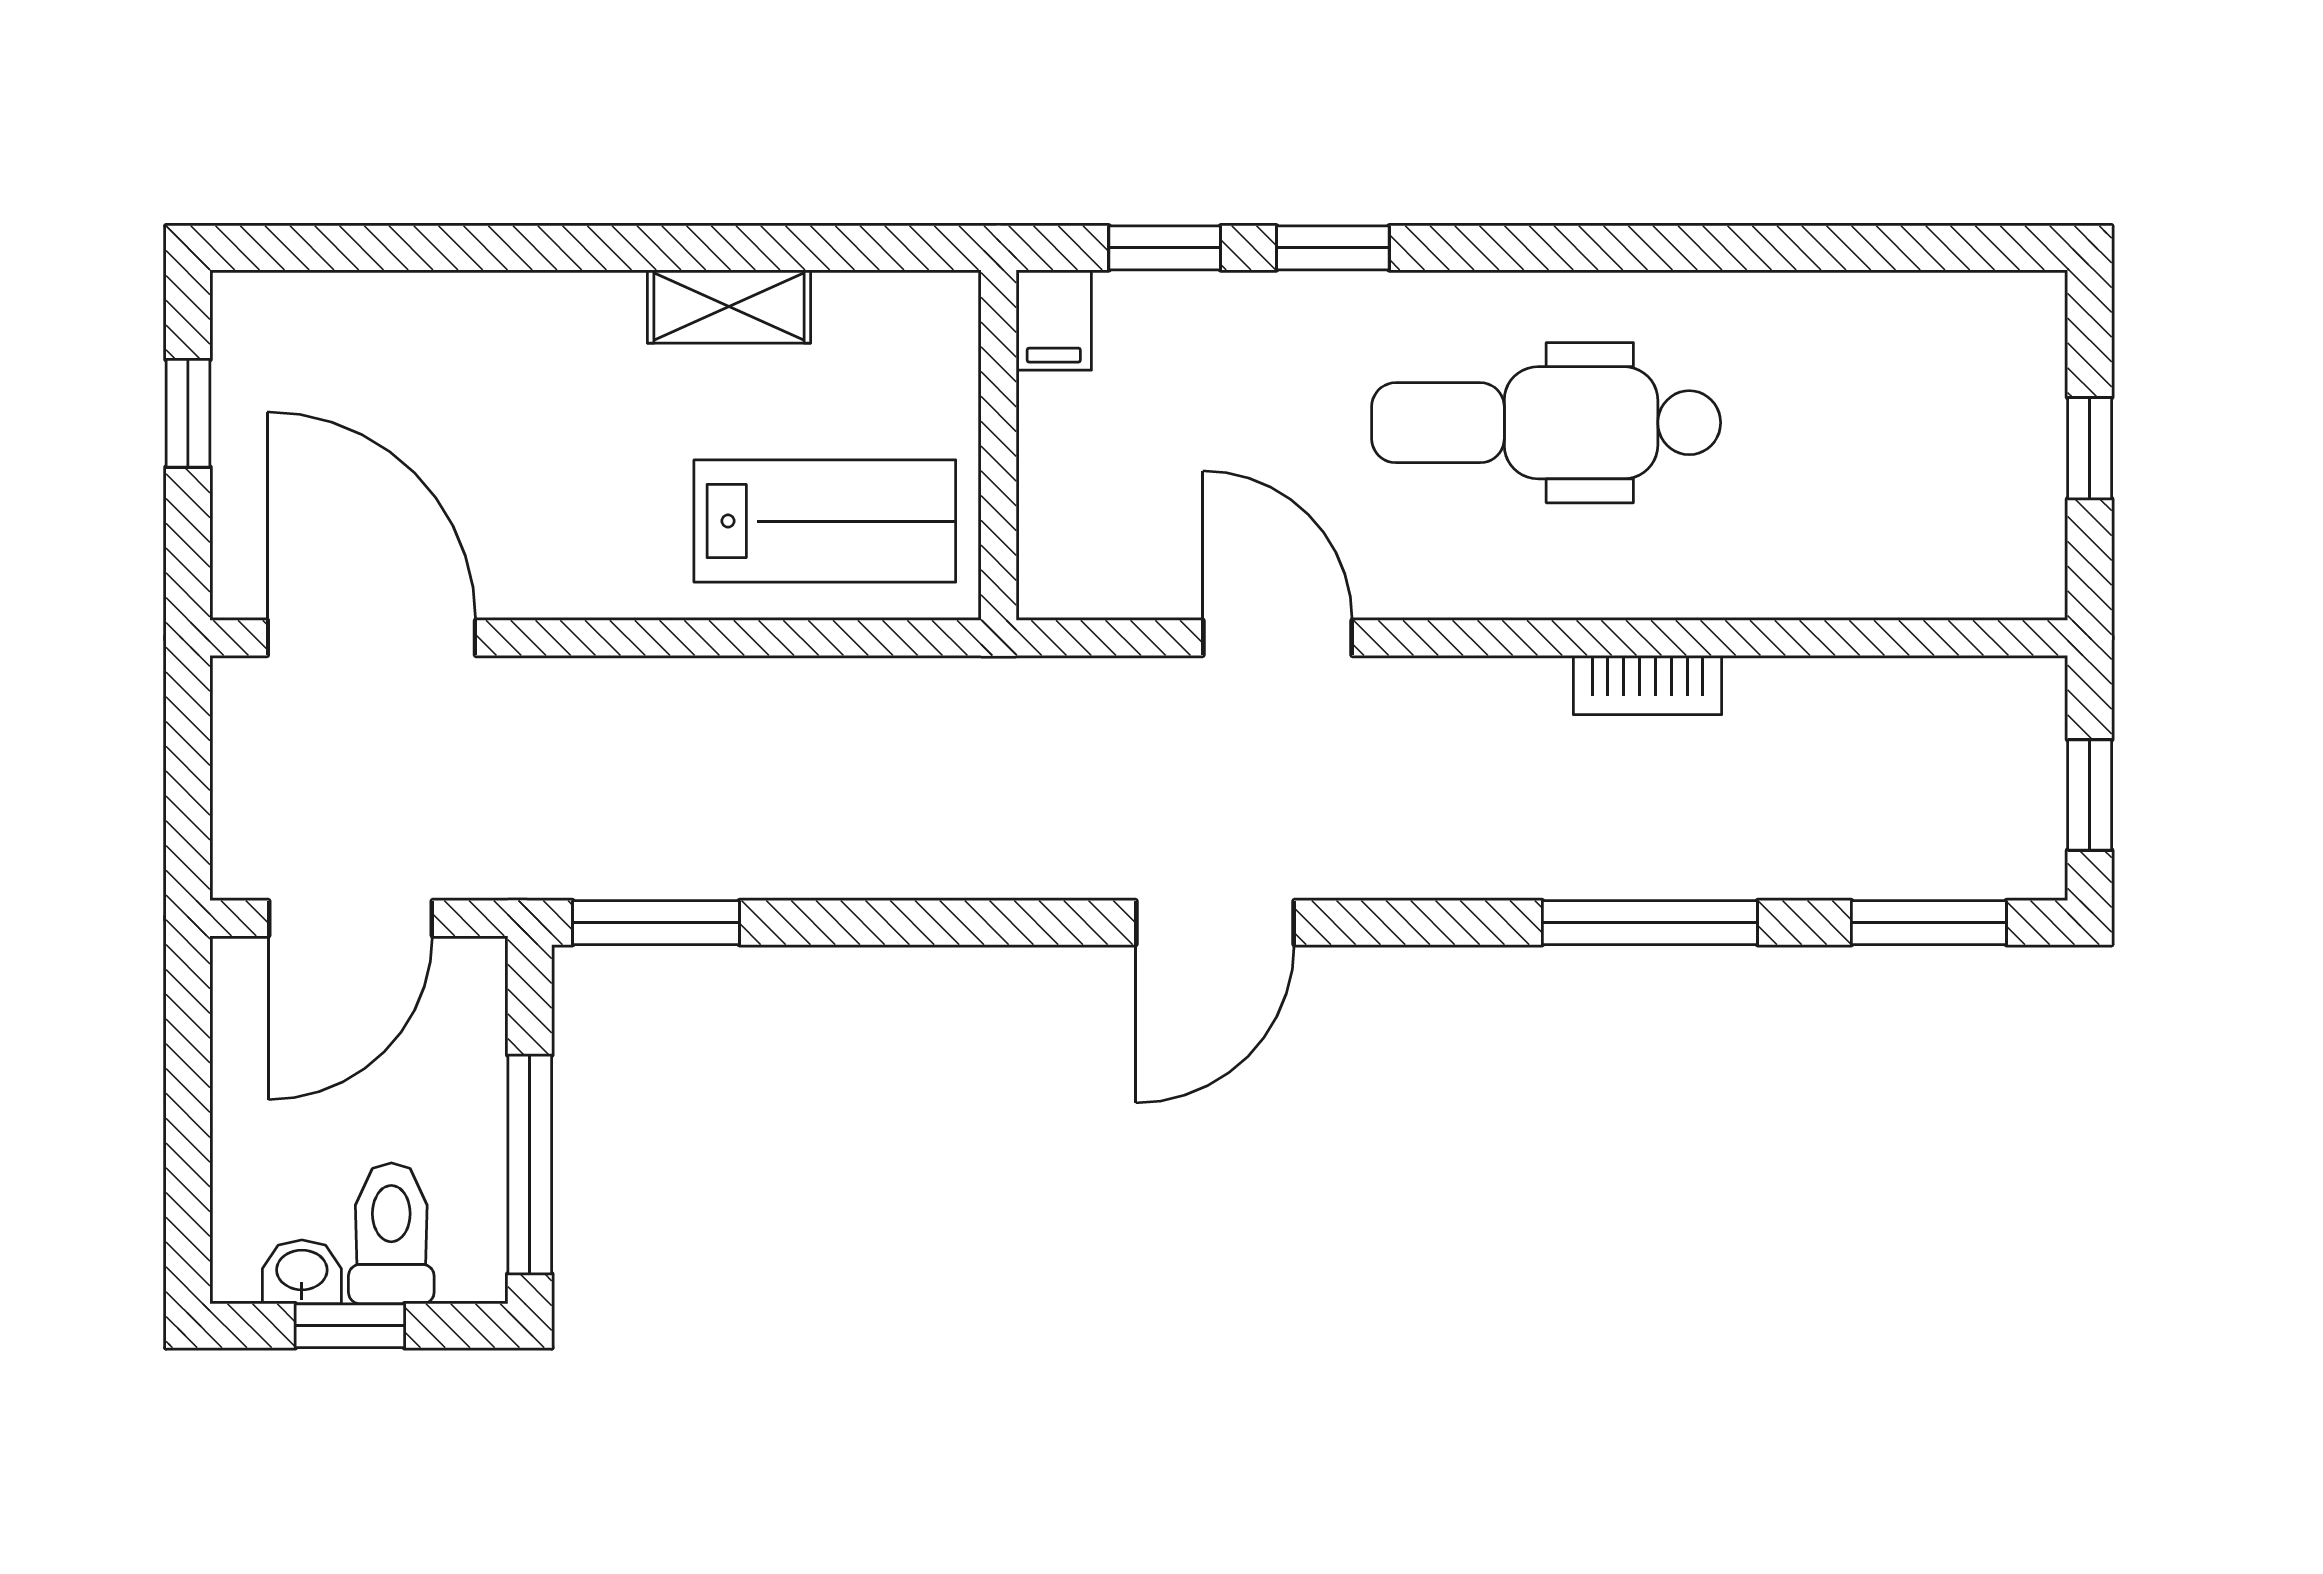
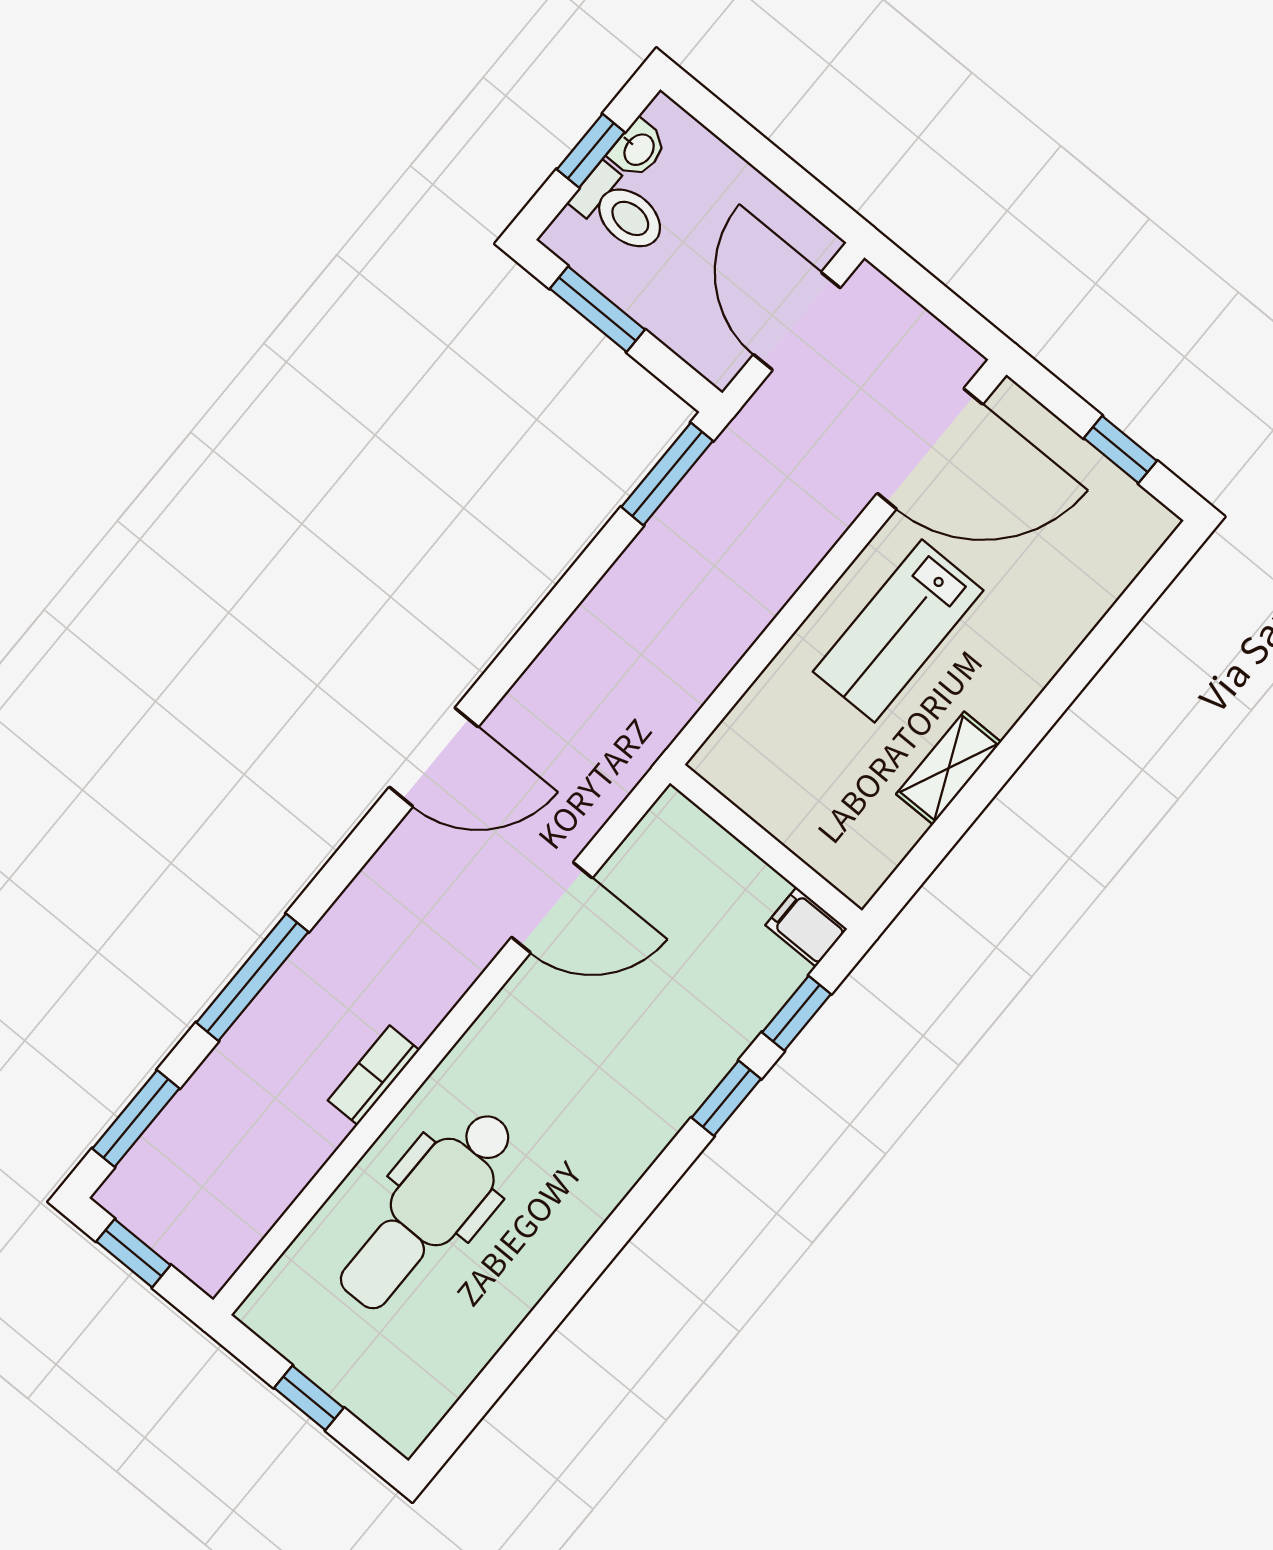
dental chair: (1546, 423) -> (428, 1210), moved, turned 180
lab bench: (825, 521) -> (898, 631), moved
door: (1215, 923) -> (434, 757), swing flipped
window: (530, 1164) -> (597, 309), width x0.69

